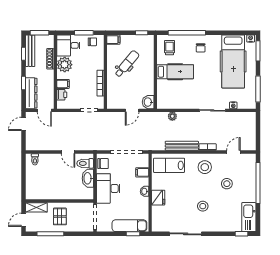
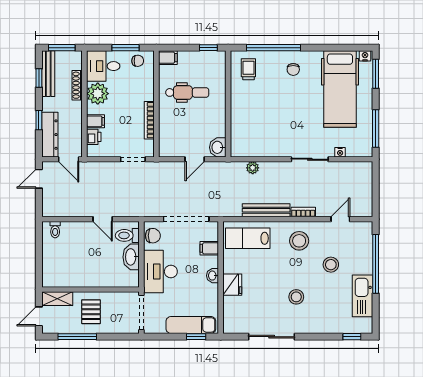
dental chair: (127, 64) -> (187, 92), turned 50
hospital bed: (175, 72) -> (257, 104), removed
kitchen sink: (249, 217) -> (363, 296), moved

